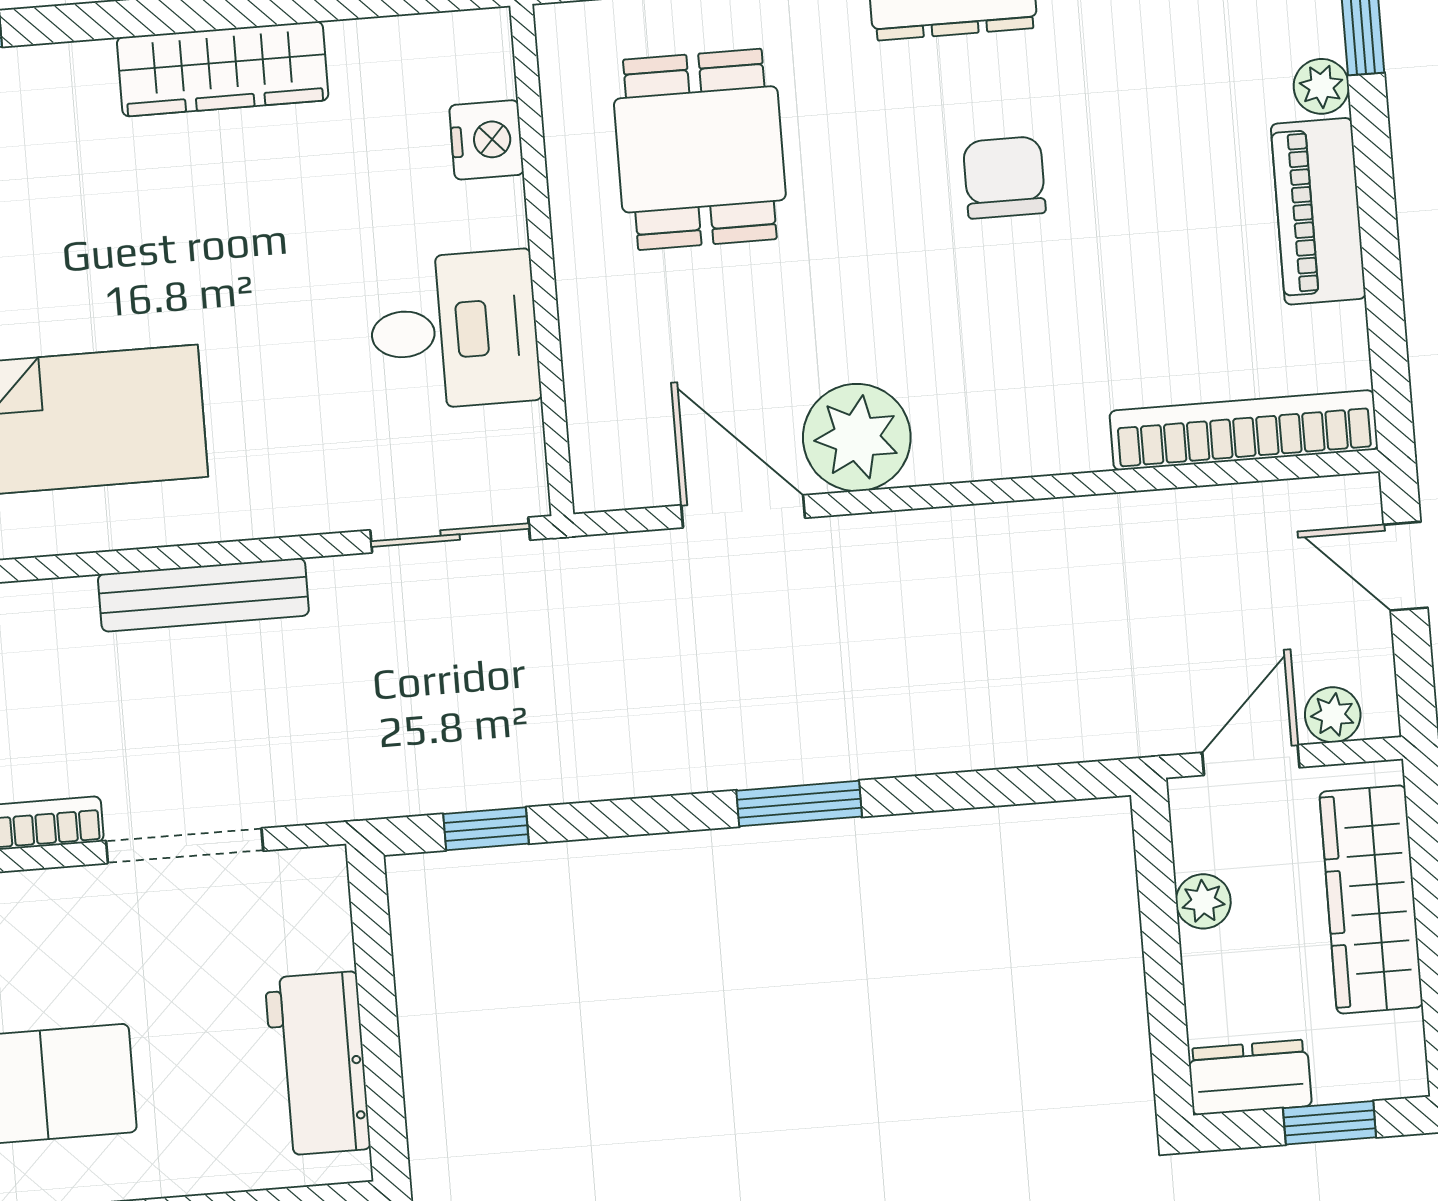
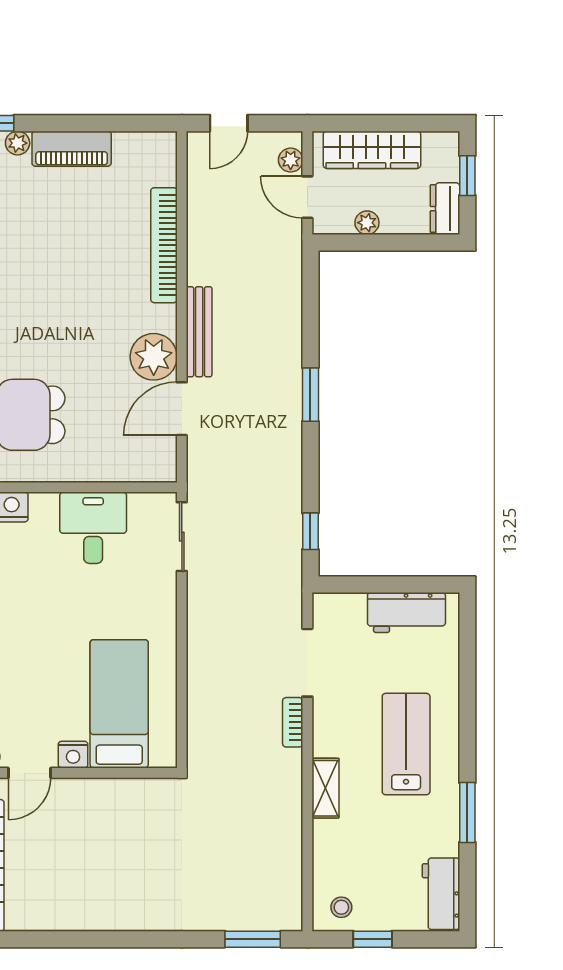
chair: (1004, 177) -> (46, 284), removed
bookcase: (1244, 430) -> (164, 245), moved
bench: (203, 595) -> (199, 332), moved

